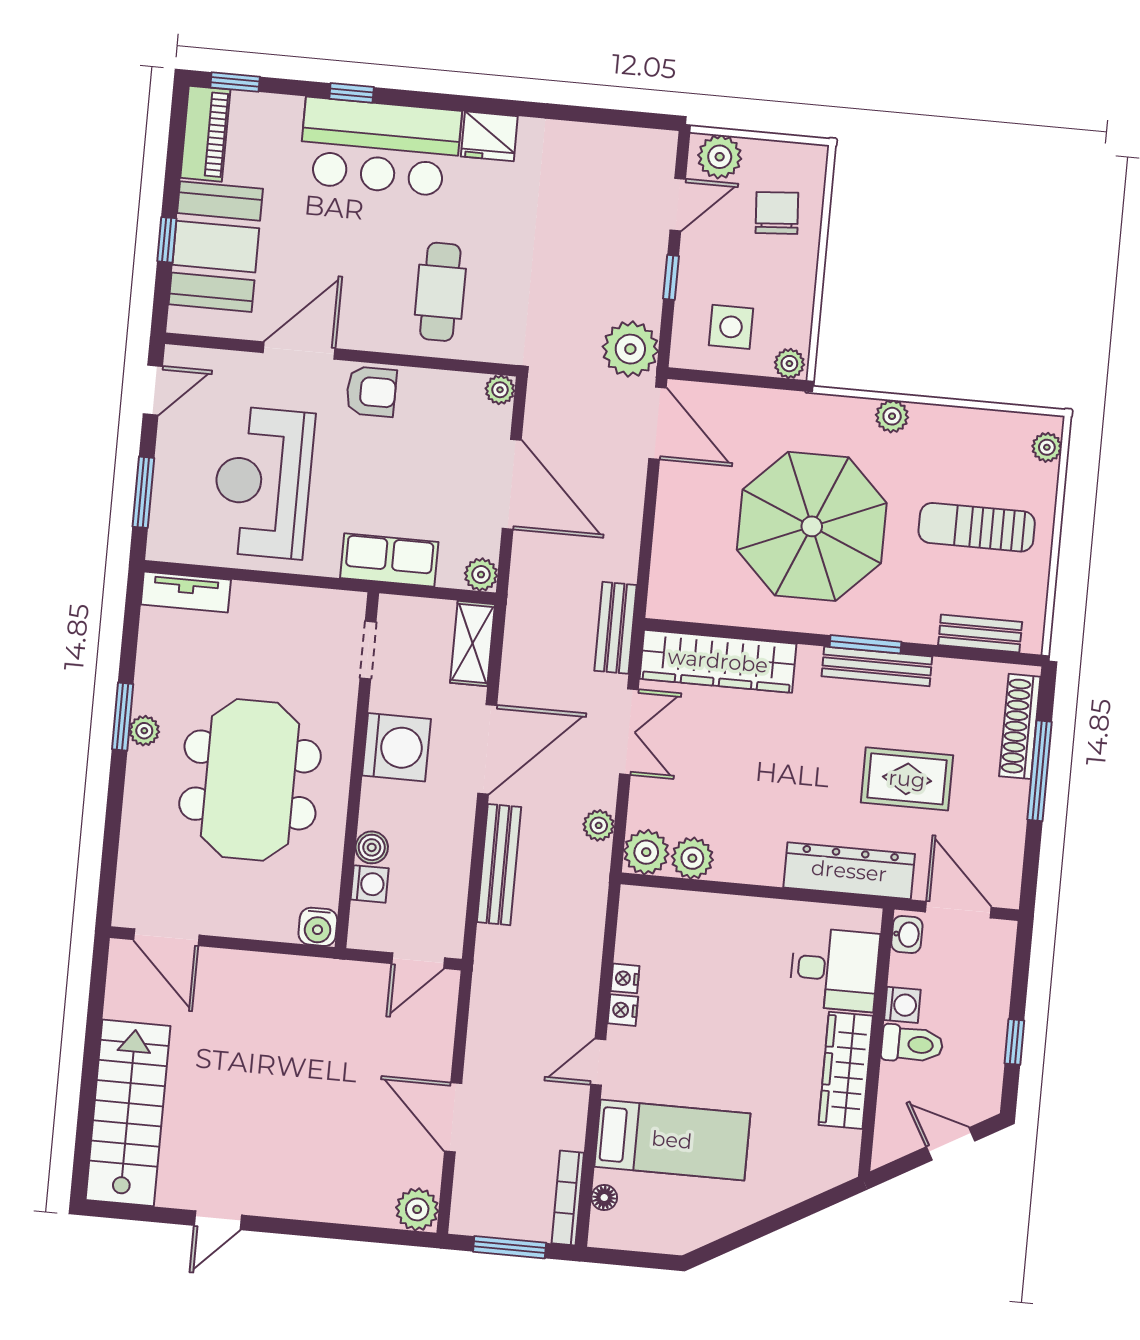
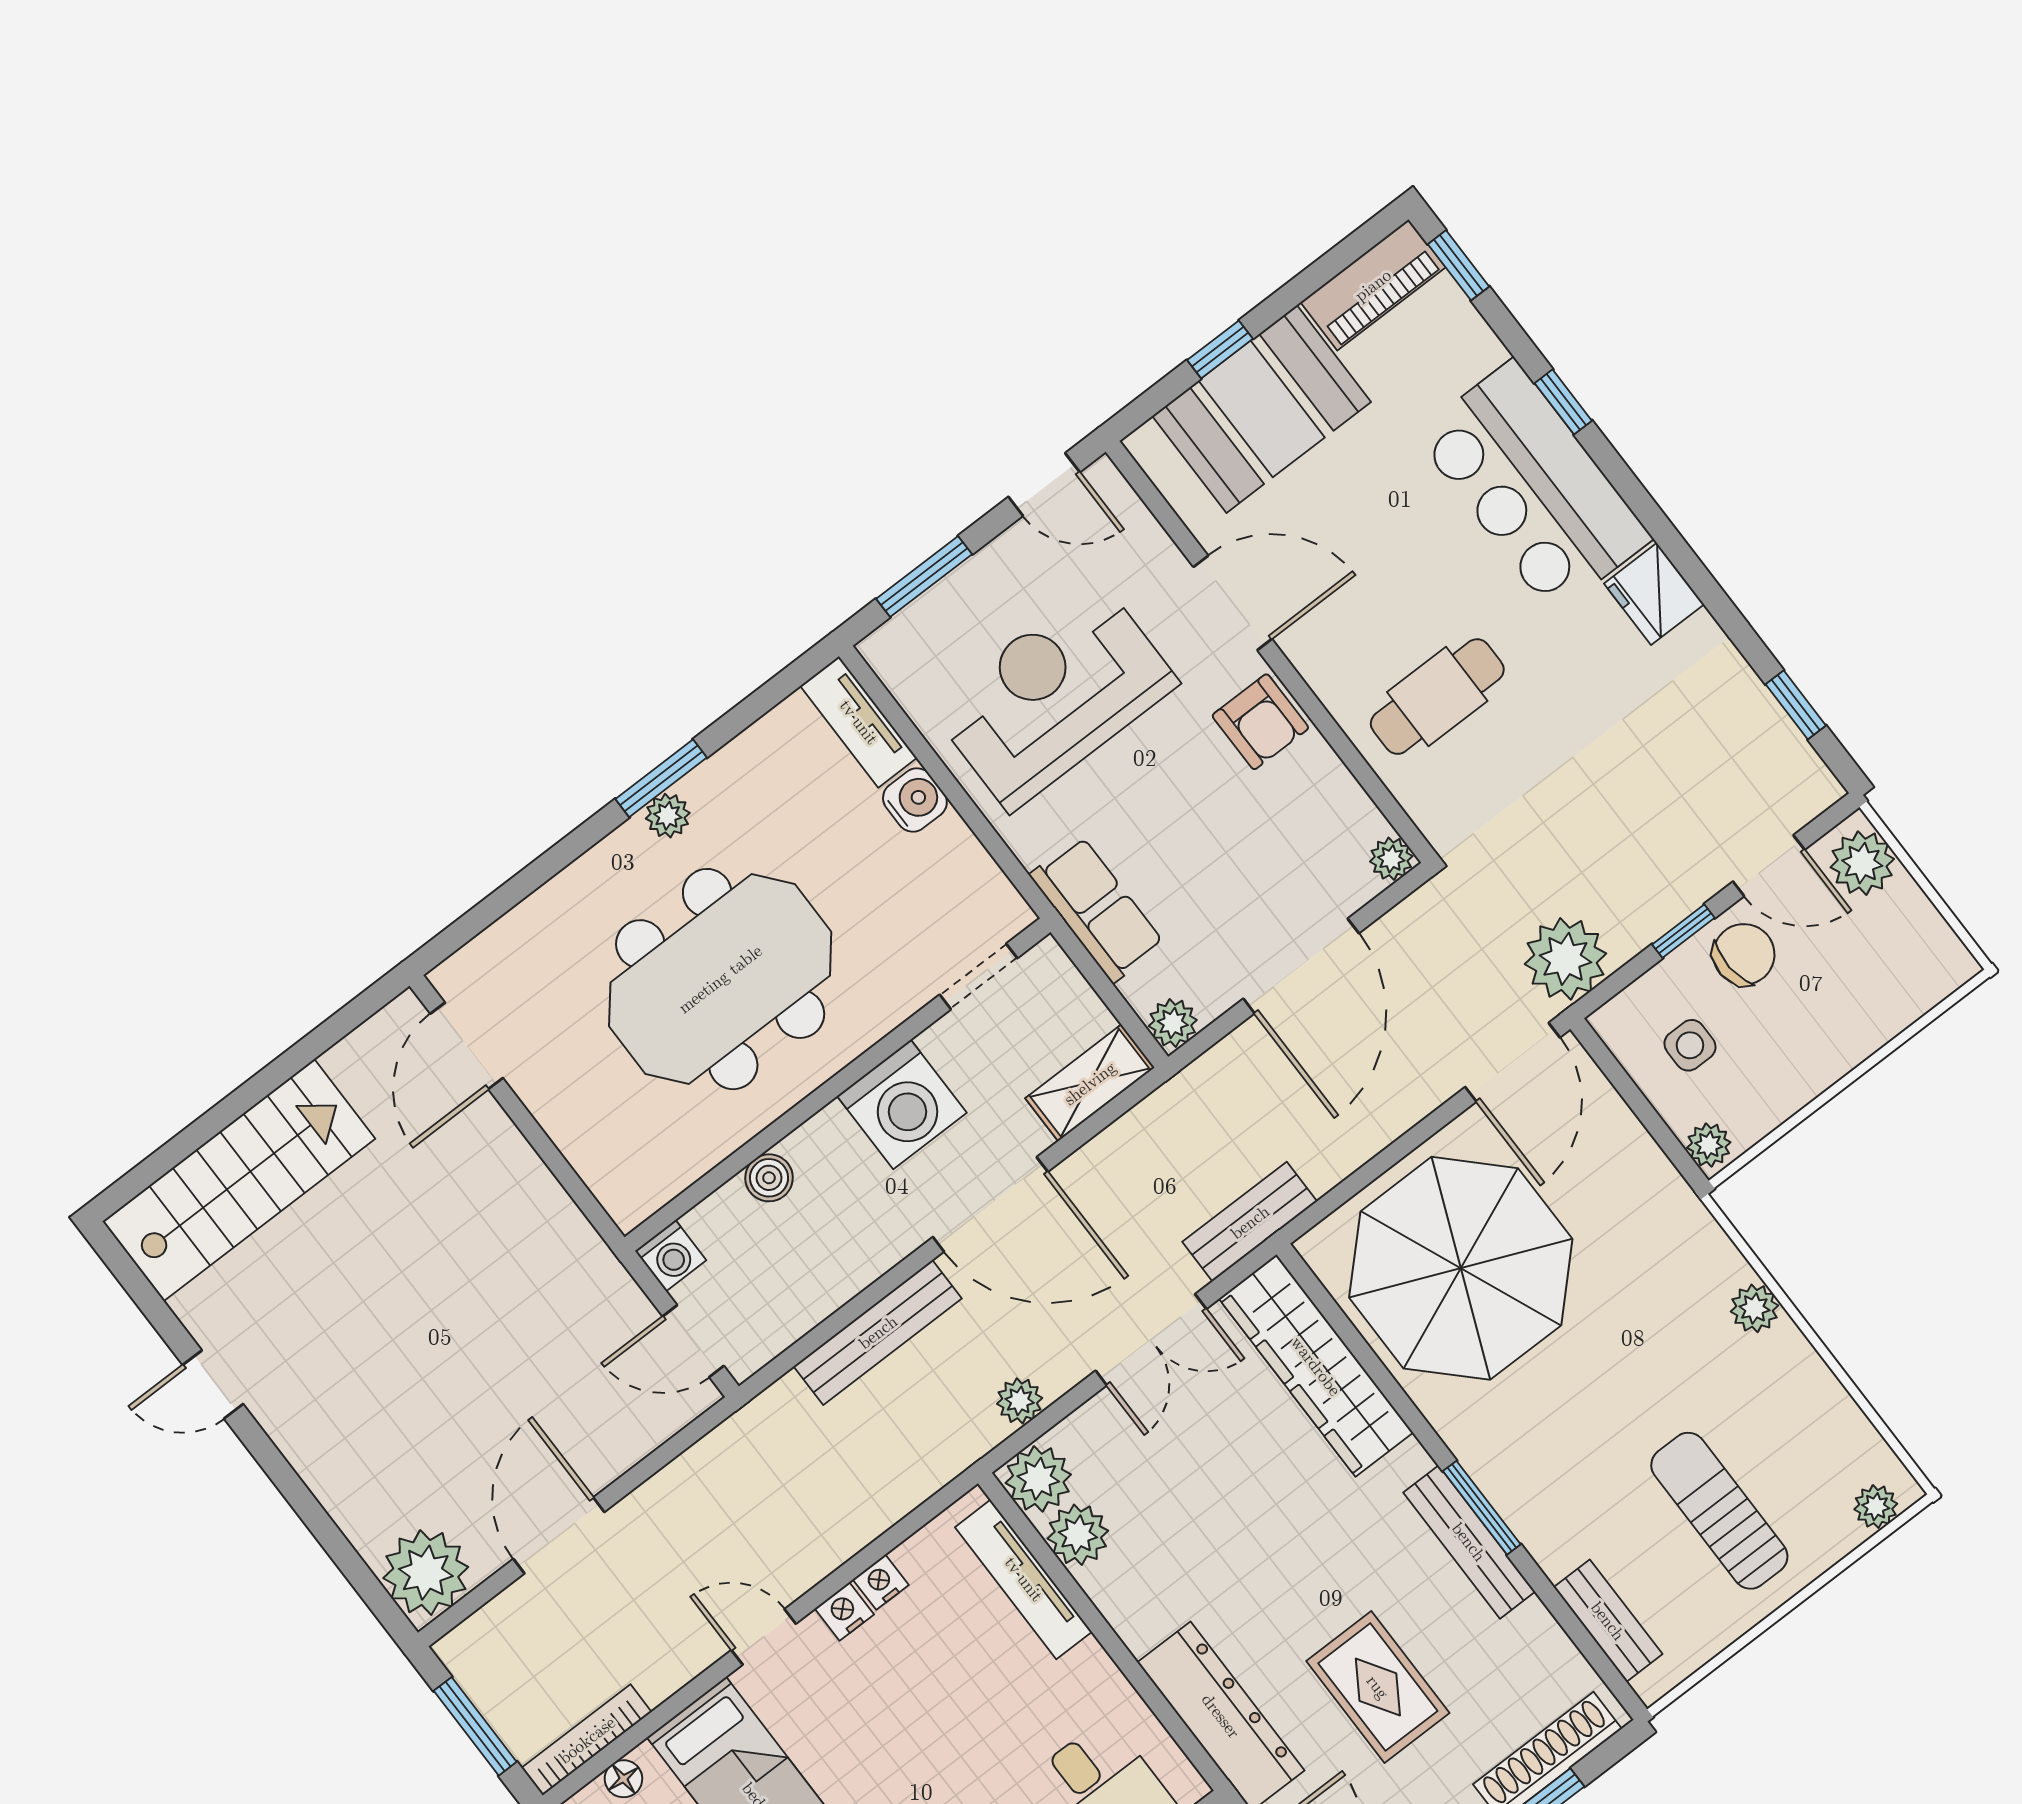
window: (610, 117) -> (1796, 705), added
chair: (777, 213) -> (1744, 954), moved
side table: (731, 327) -> (1690, 1045), width x0.73, depth x0.73
parasol: (812, 526) -> (1461, 1268), moved
washing machine: (370, 884) -> (671, 1256), moved
tv unit: (690, 906) -> (1024, 1579), added
water cooler: (318, 927) -> (915, 800), moved, turned 180
plant: (417, 1209) -> (426, 1573), width x1.36, depth x1.36

